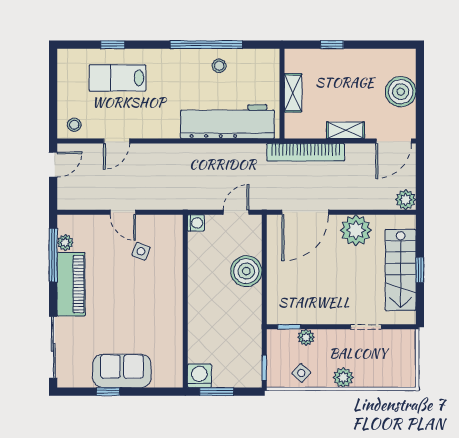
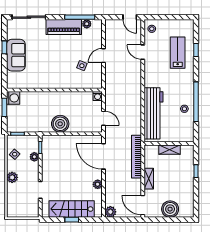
plant: (356, 230) -> (98, 184), width x0.53, depth x0.53
boiler: (246, 271) -> (60, 124), moved

